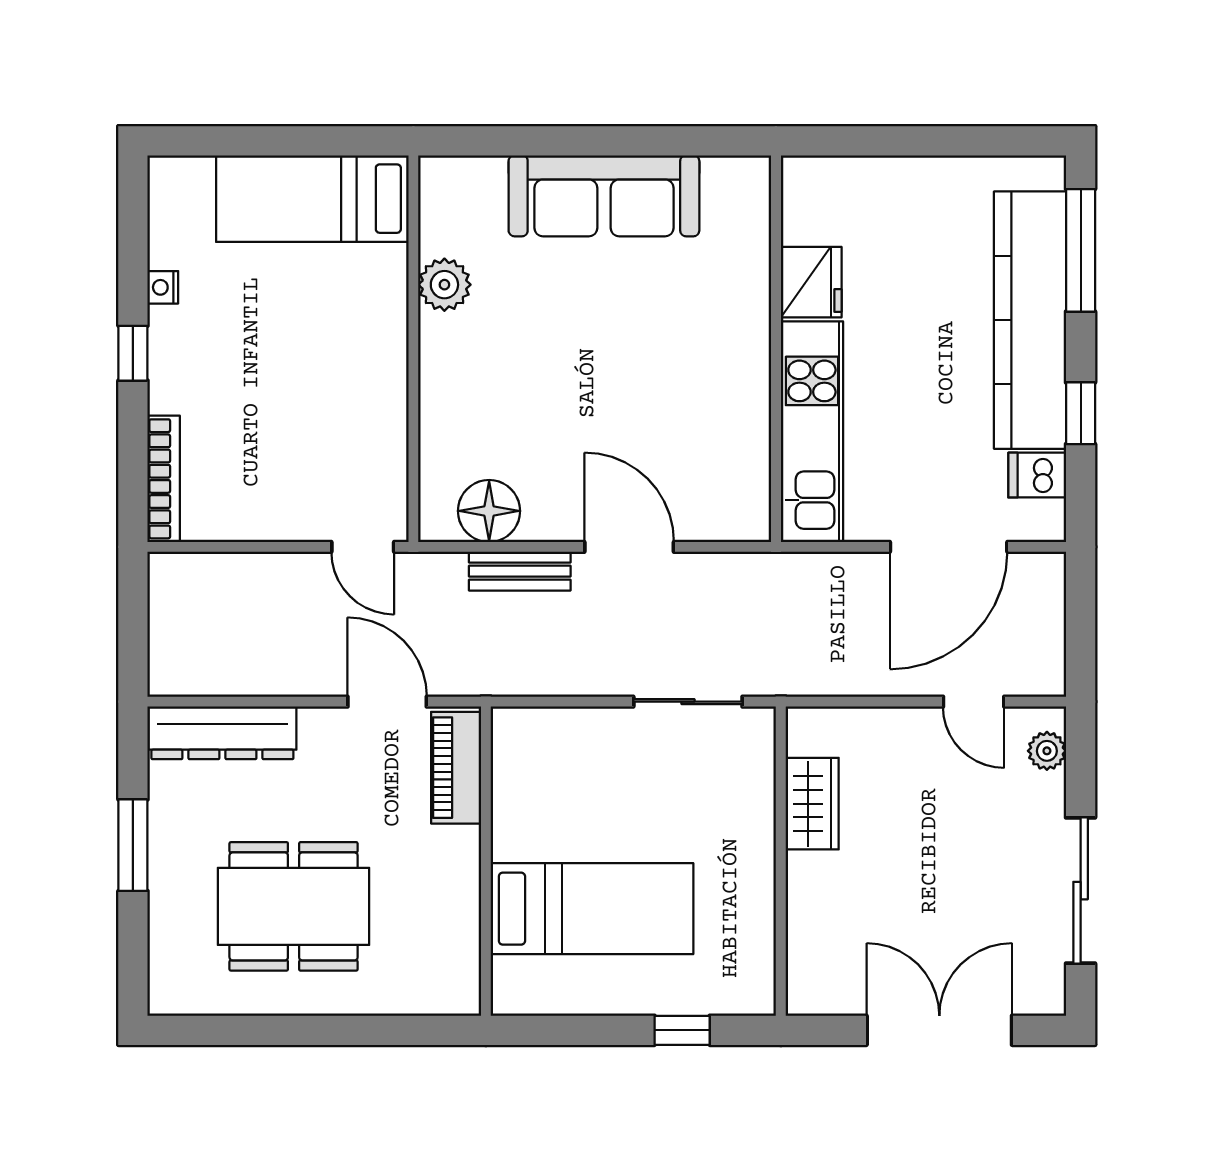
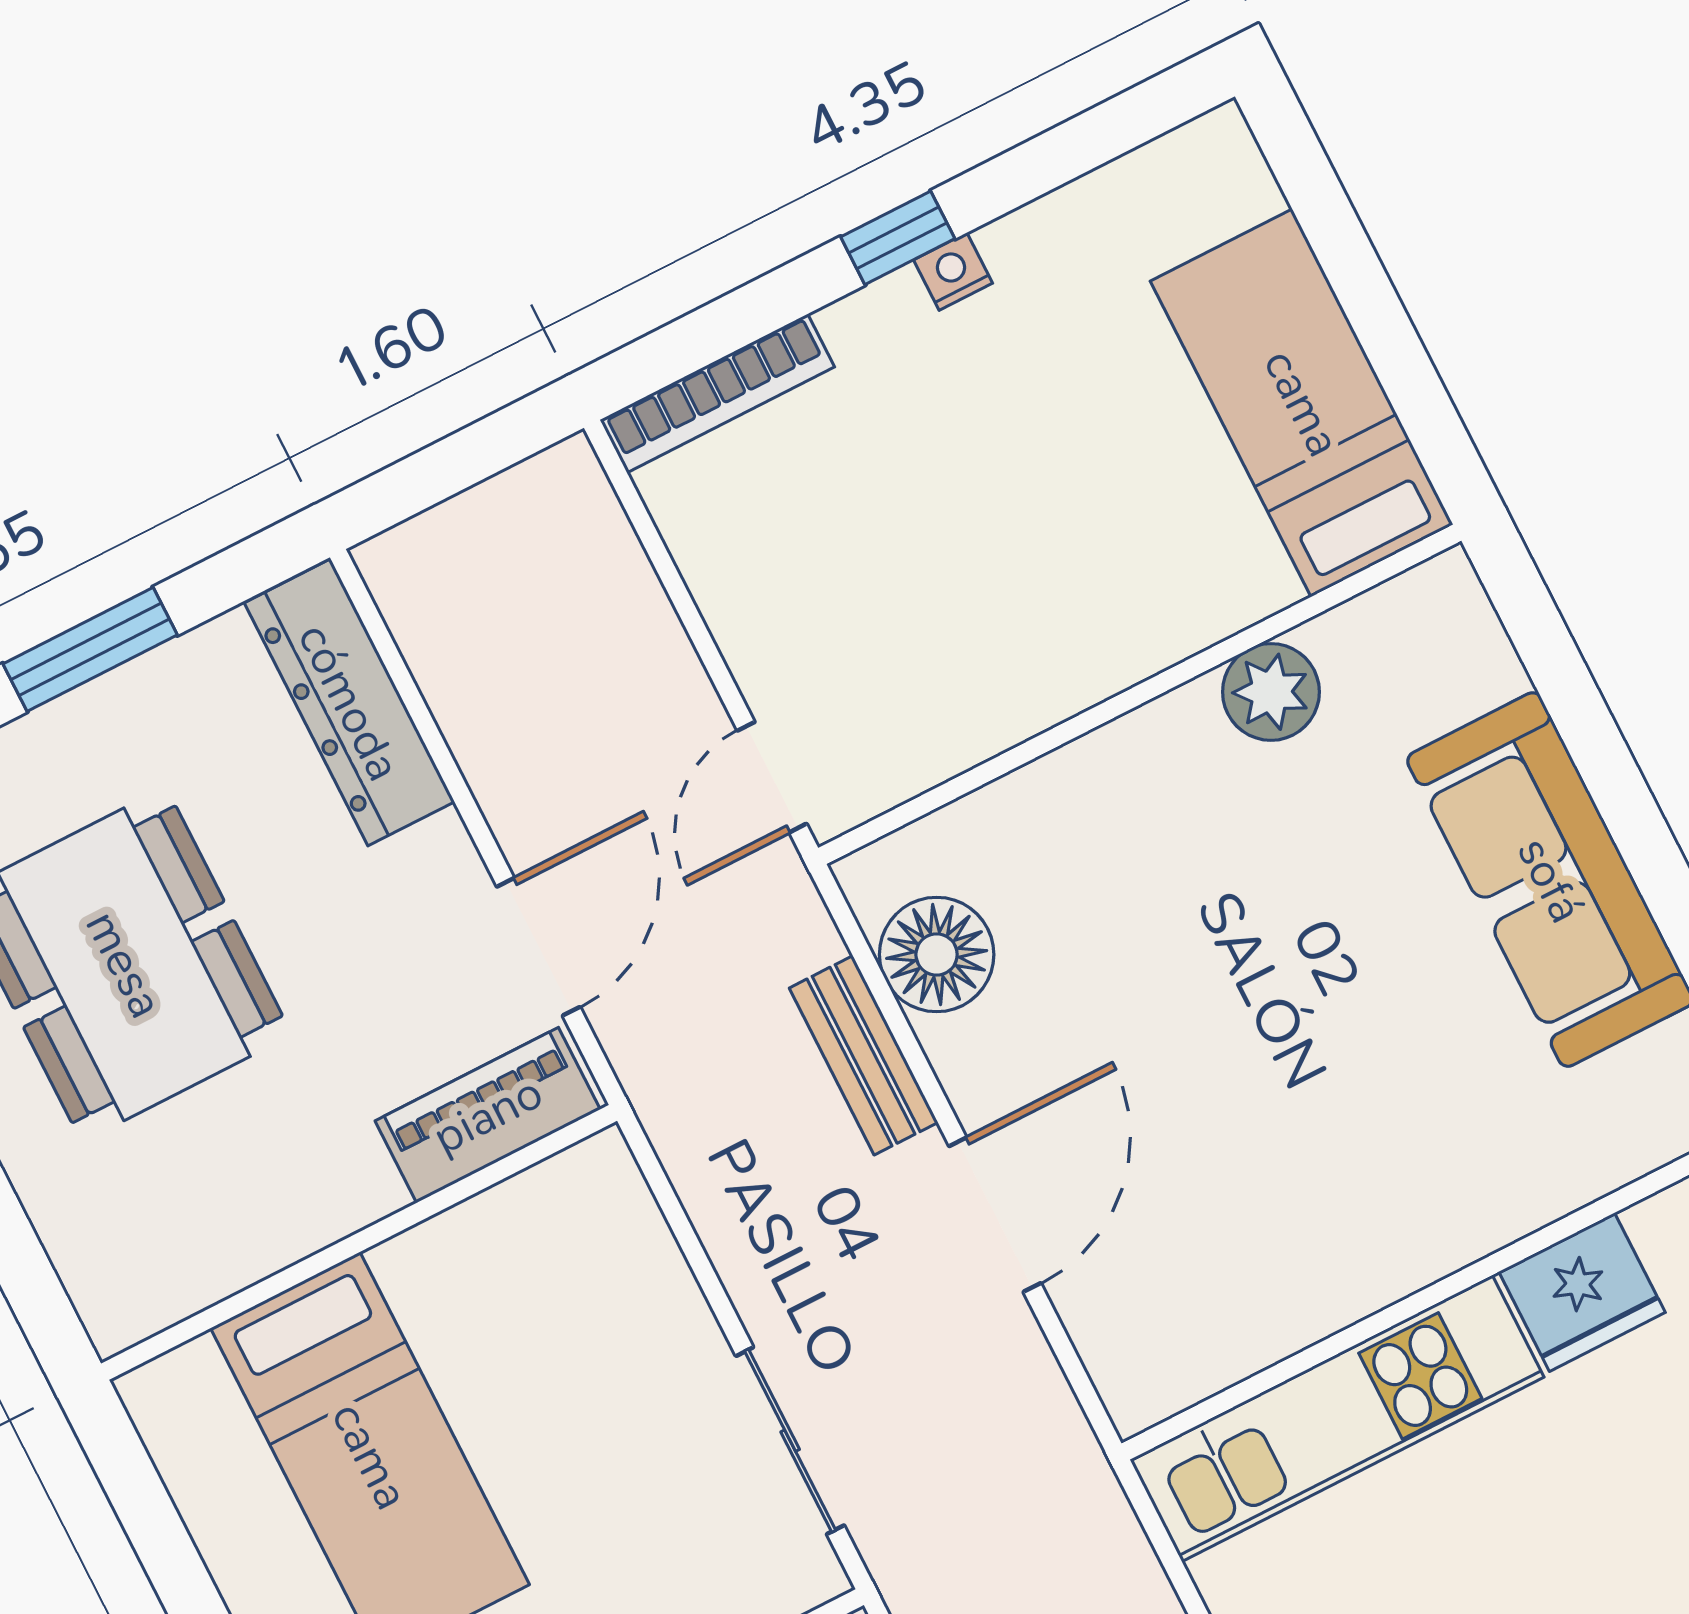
nightstand: (163, 287) -> (953, 272), moved

